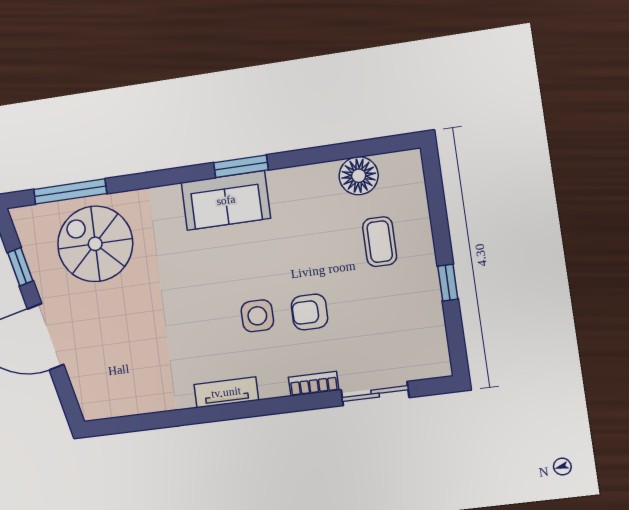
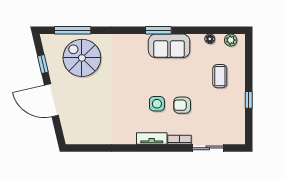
plant: (392, 164) -> (231, 40), added
floor lamp: (359, 176) -> (210, 39), width x0.53, depth x0.53
sofa: (226, 200) -> (169, 46), moved
tv unit: (226, 392) -> (152, 138), moved

